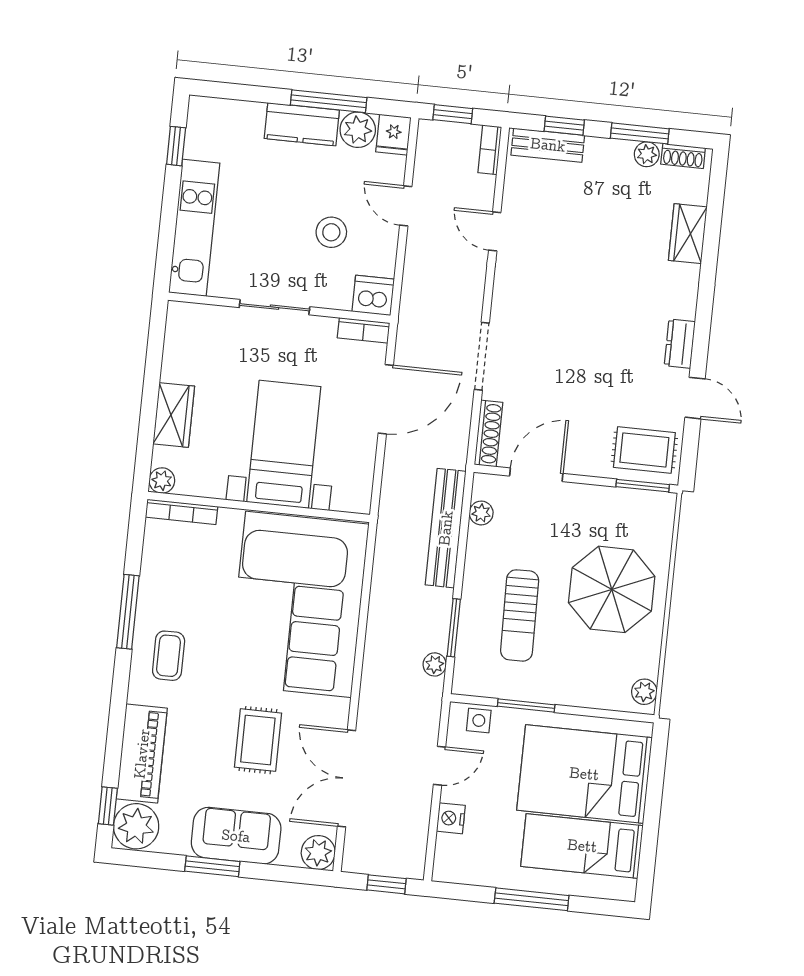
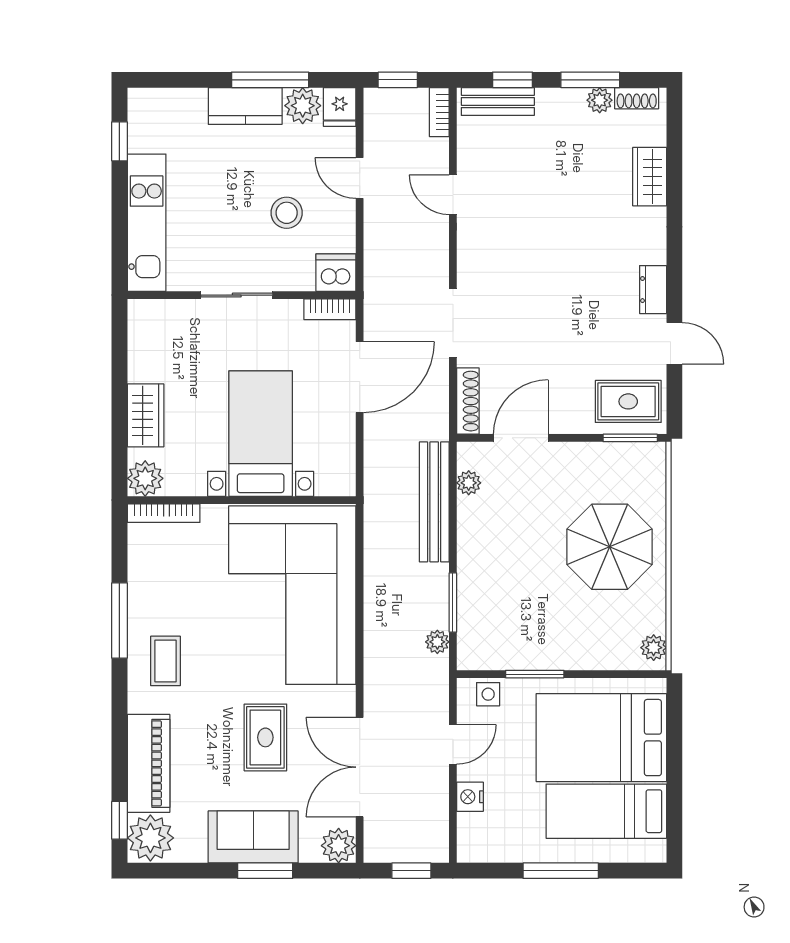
plant: (162, 481) -> (145, 478), width x1.38, depth x1.38
sun lounger: (520, 615) -> (519, 583), removed
window: (212, 866) -> (265, 871), moved

